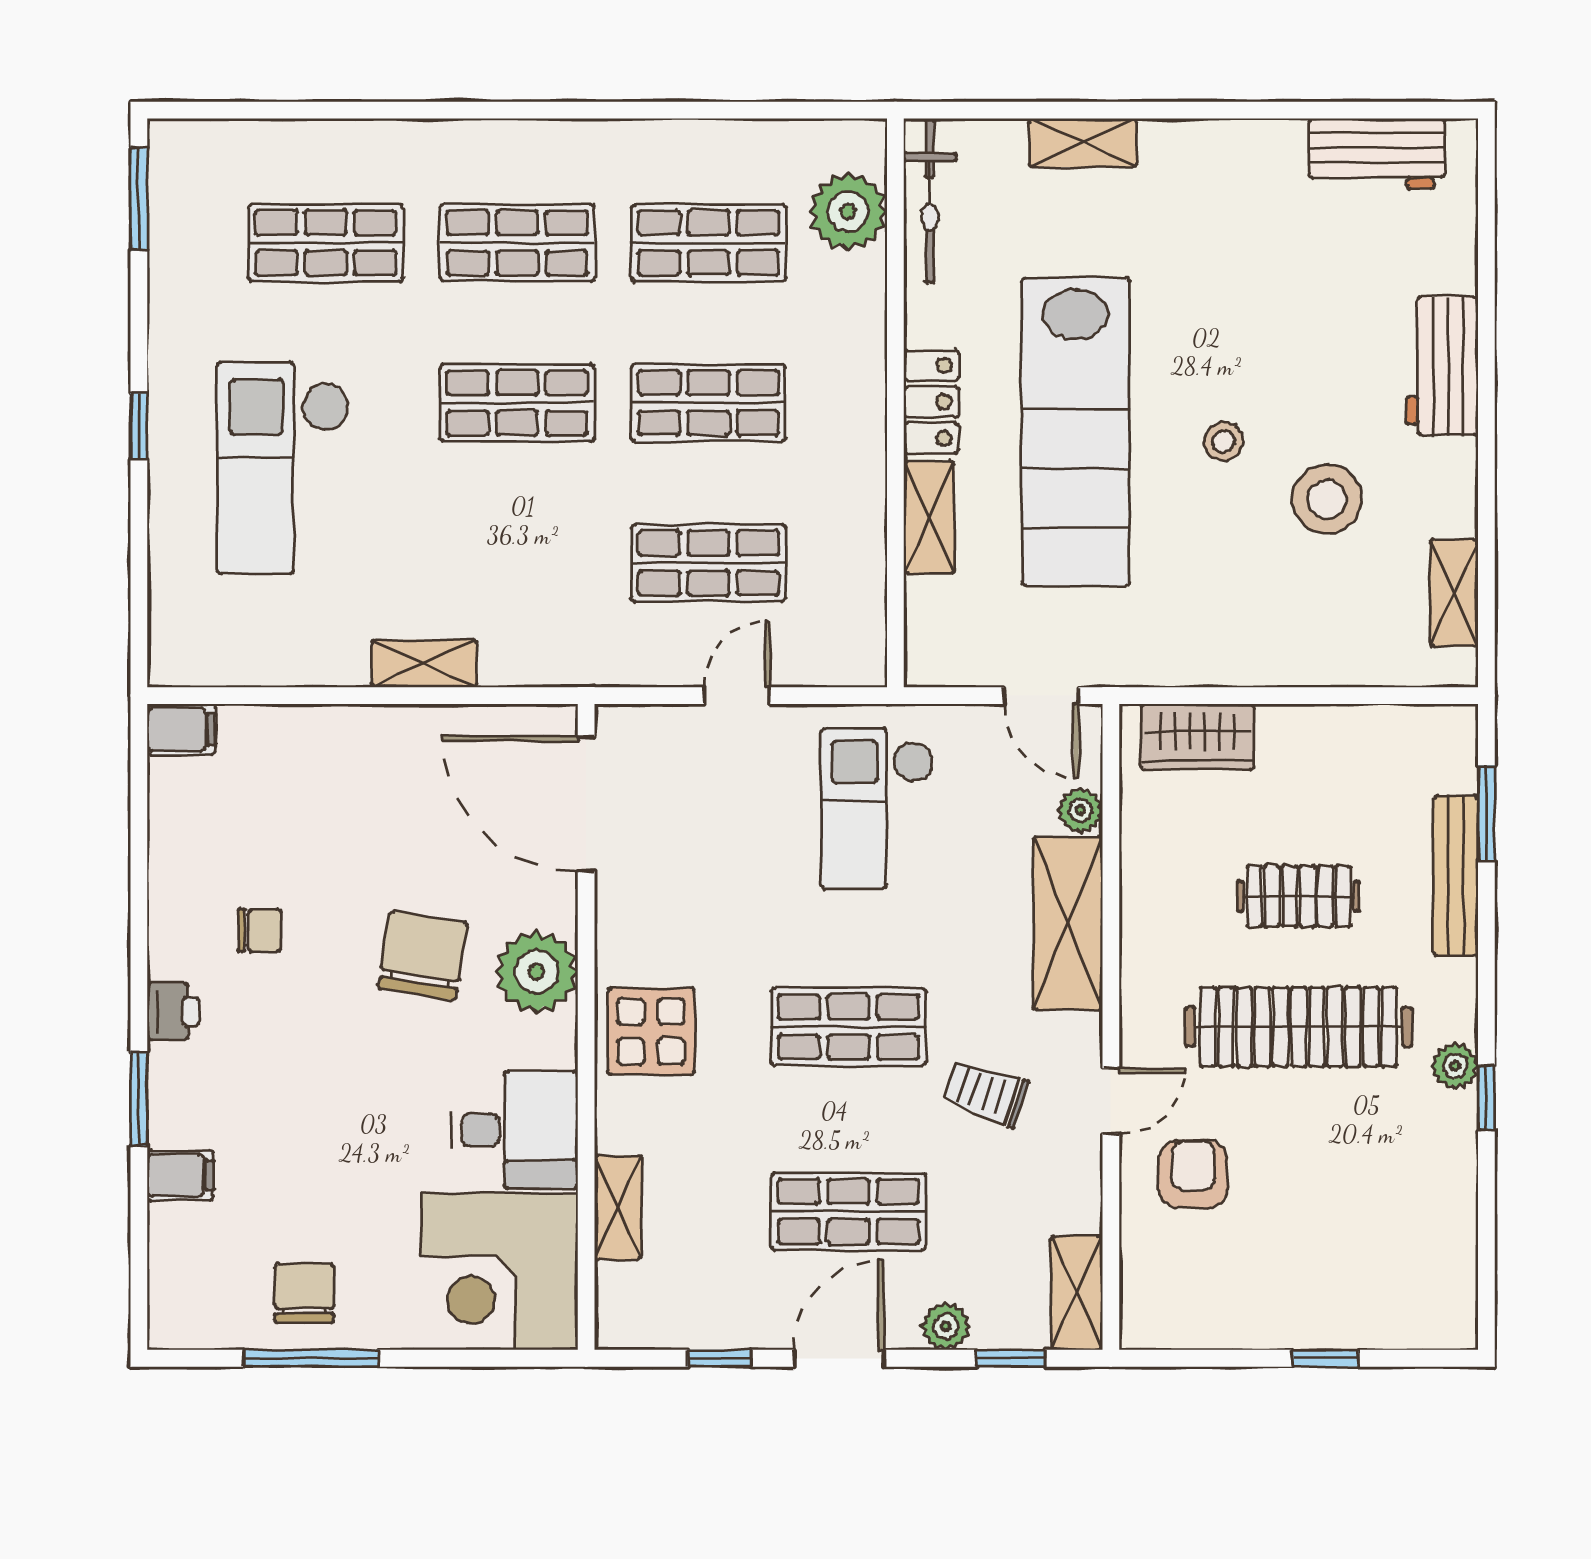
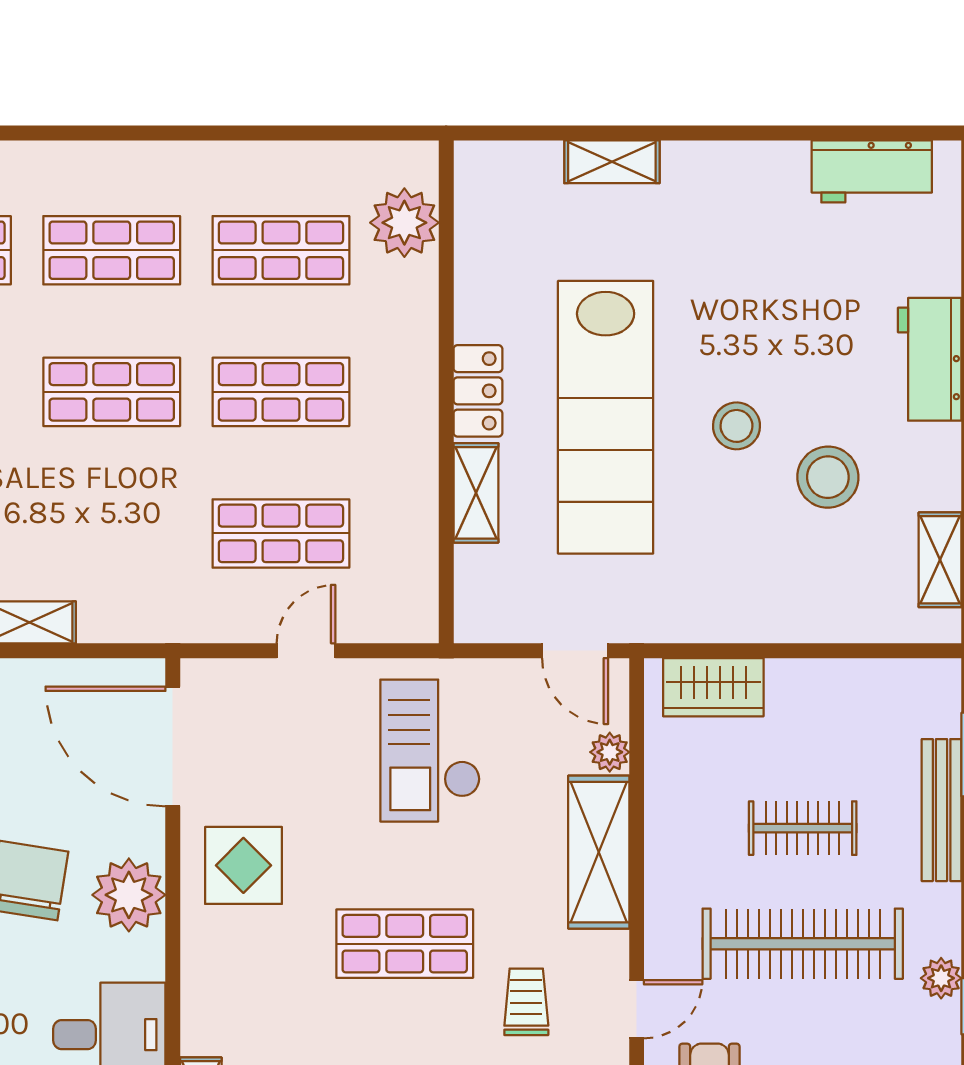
bicycle: (930, 201) -> (477, 213), removed
stool: (1224, 441) -> (736, 426), width x1.37, depth x1.37
display table: (651, 1031) -> (243, 865), moved
trolley: (986, 1093) -> (526, 1002), turned 71

